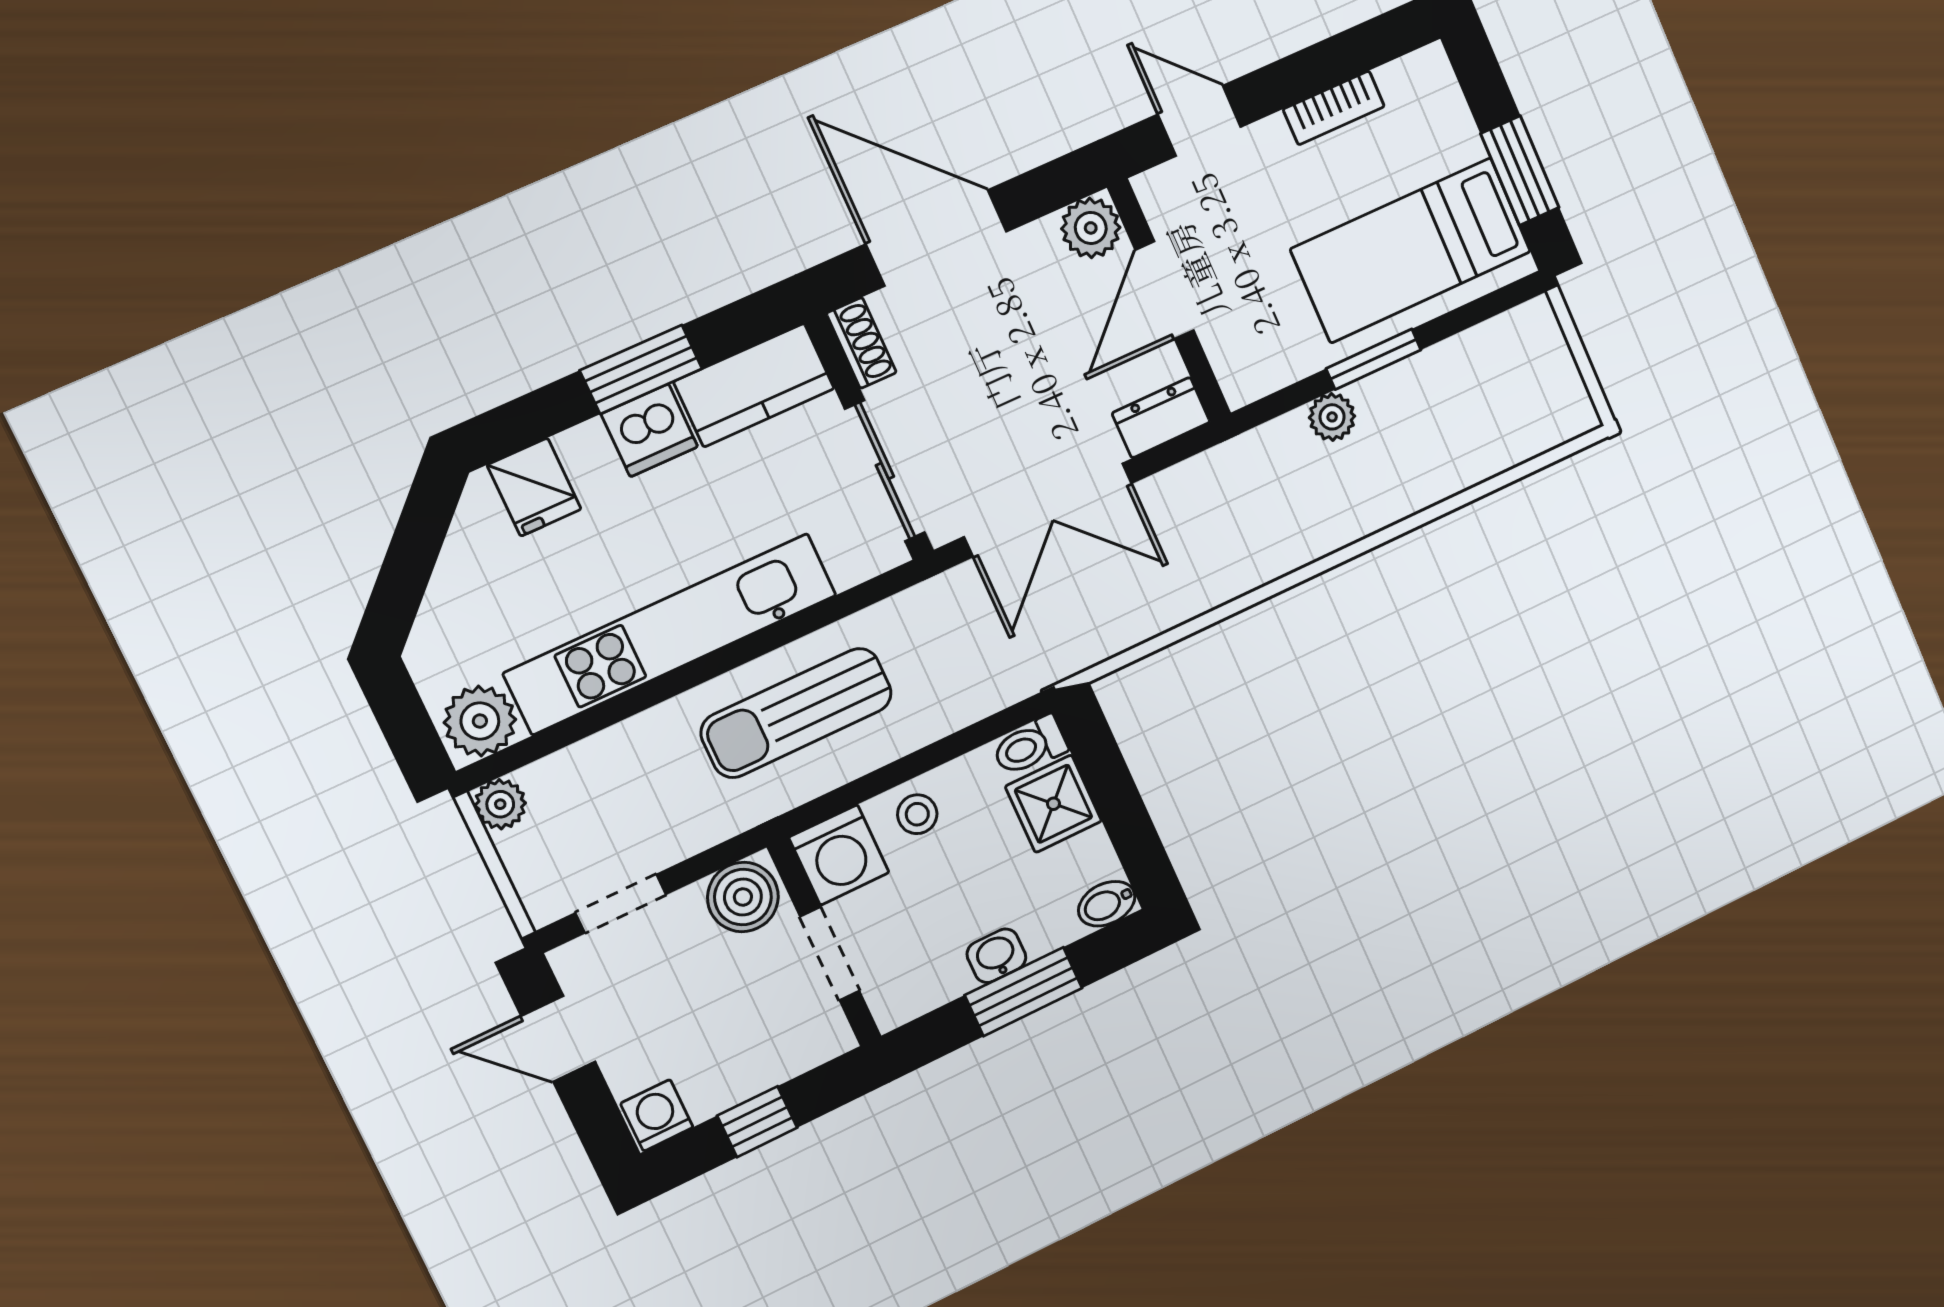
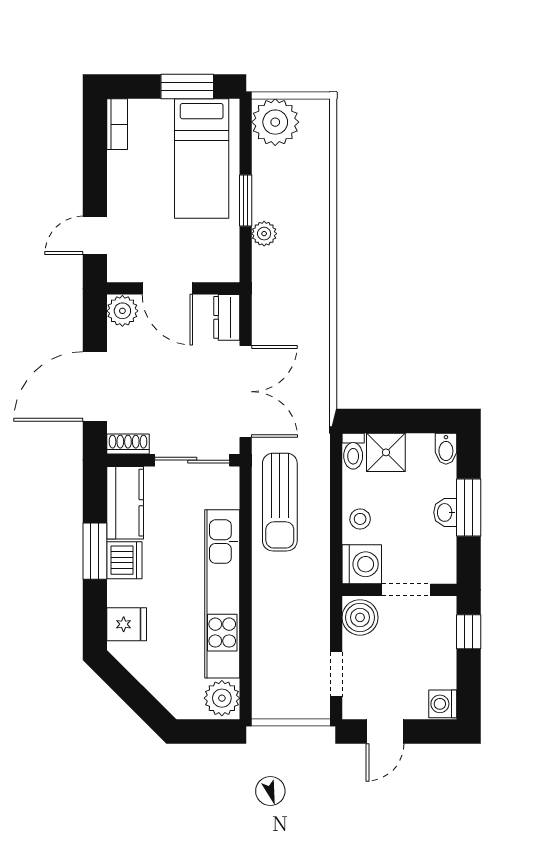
bookcase: (1334, 108) -> (117, 124), moved
sun lounger: (796, 713) -> (280, 502), moved
plant: (500, 804) -> (275, 122), moved, width x1.88, depth x1.88
window: (757, 1122) -> (469, 632), moved

